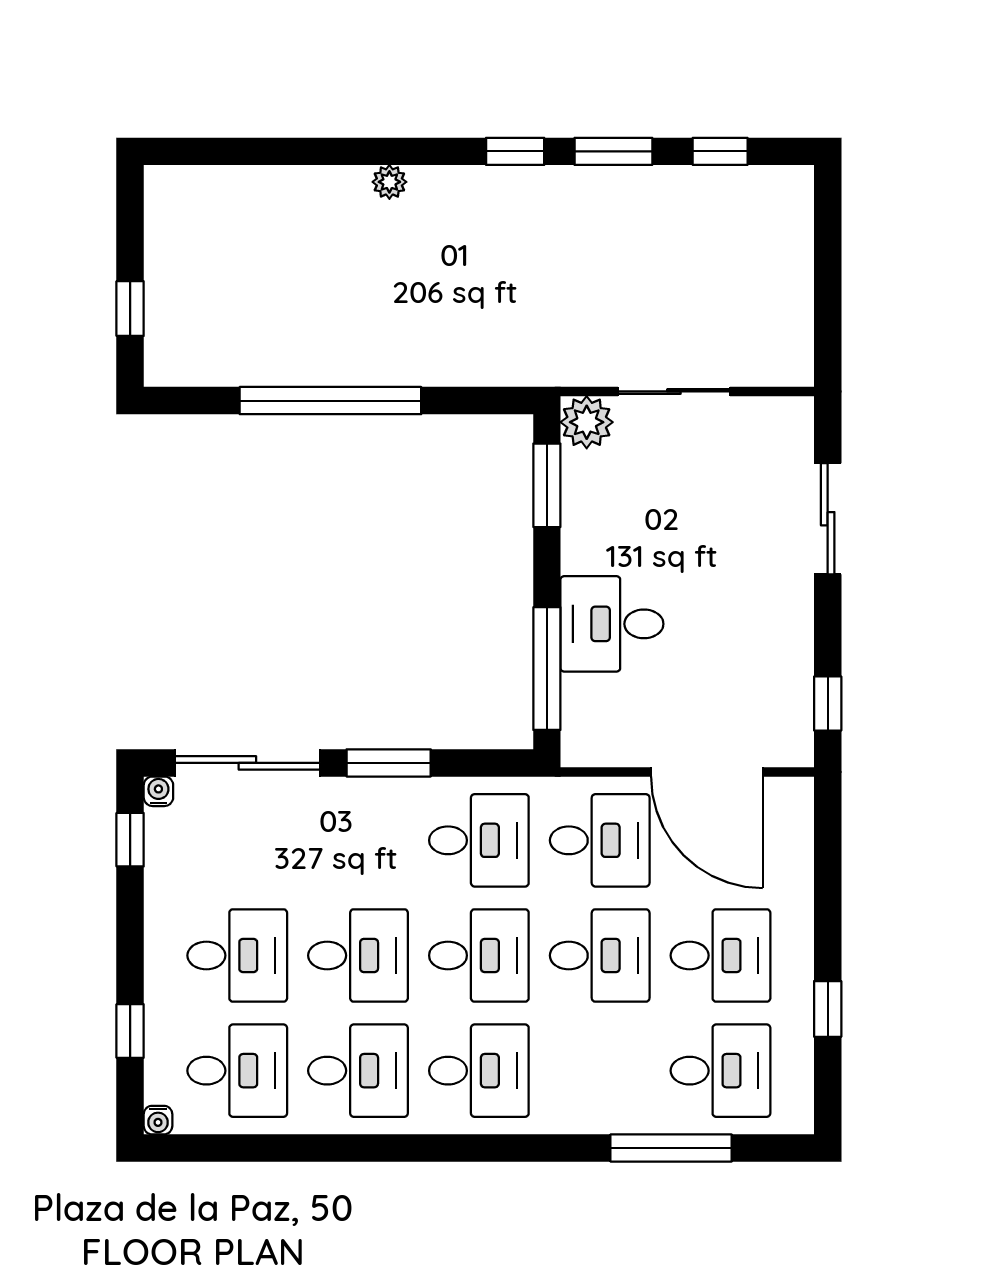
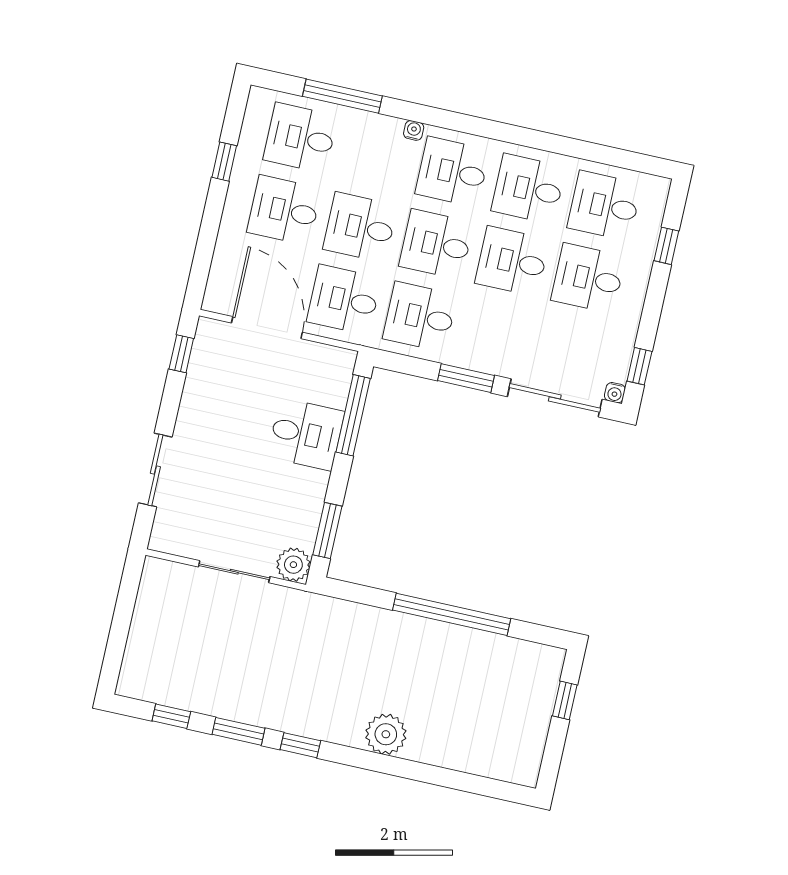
plant: (389, 182) -> (386, 734), width x1.87, depth x1.87
water cooler: (158, 1120) -> (414, 130), moved

